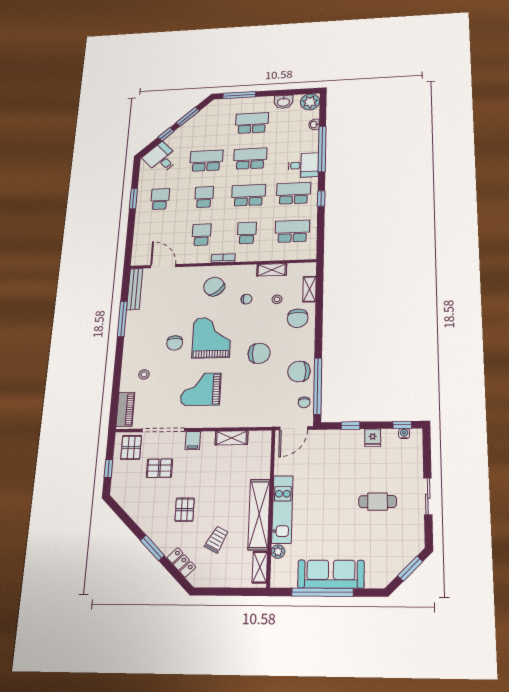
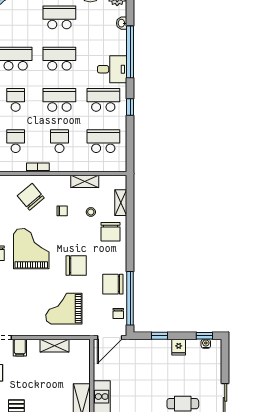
grand piano: (201, 389) -> (64, 309), moved

